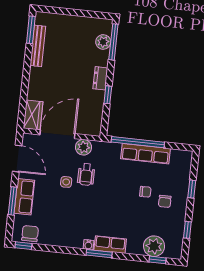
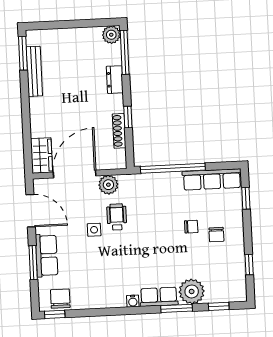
plant: (103, 42) -> (111, 35), moved
dresser: (100, 78) -> (115, 80), moved
shoe rack: (99, 105) -> (119, 131), added
row of seats: (145, 154) -> (212, 179), moved
wheelchair: (86, 174) -> (117, 217), turned 180
window: (192, 189) -> (246, 198), moved
plant: (154, 246) -> (192, 291), moved
window: (99, 254) -> (177, 308), moved

